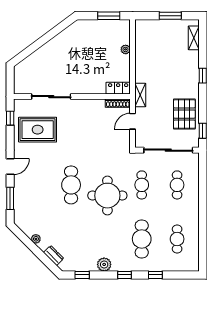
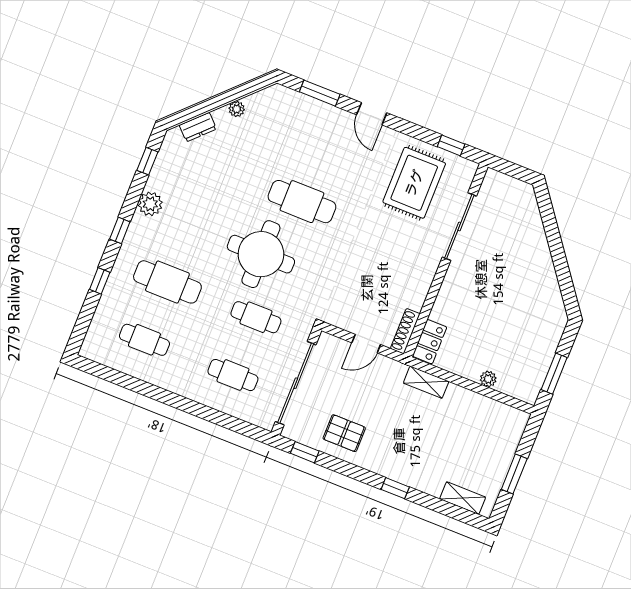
shelving: (140, 95) -> (426, 382), moved
pallet: (184, 114) -> (344, 433), width x0.67, depth x0.71
door: (133, 121) -> (366, 344), swing flipped

